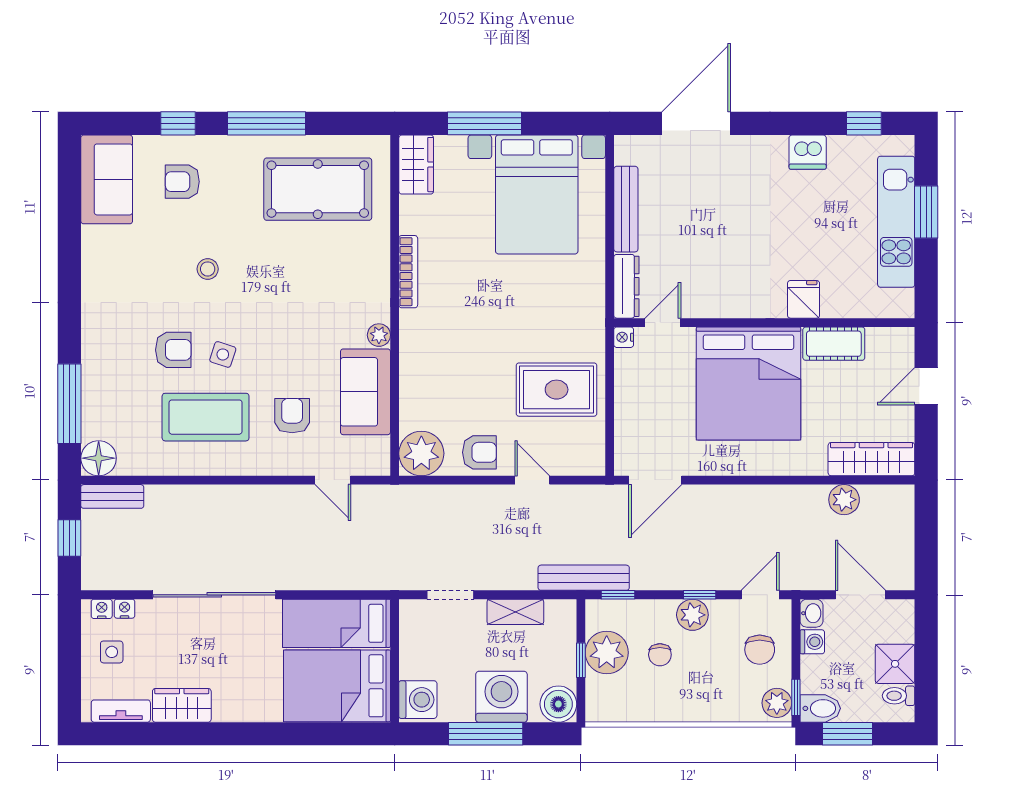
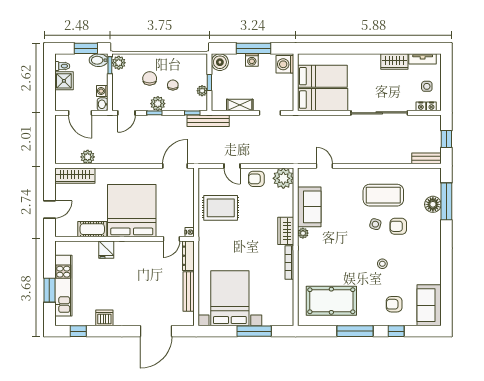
wardrobe: (416, 165) -> (286, 231), moved
armchair: (182, 182) -> (394, 304), turned 180
armchair: (292, 416) -> (343, 196), removed
floor lamp: (99, 458) -> (433, 204), moved
chair: (760, 650) -> (150, 78), moved
plant: (607, 653) -> (202, 91), width x0.53, depth x0.53
bed: (337, 686) -> (322, 76), width x0.67
washing machine: (501, 697) -> (252, 60), width x0.53, depth x0.53

